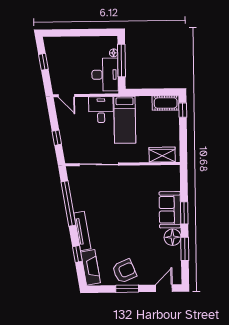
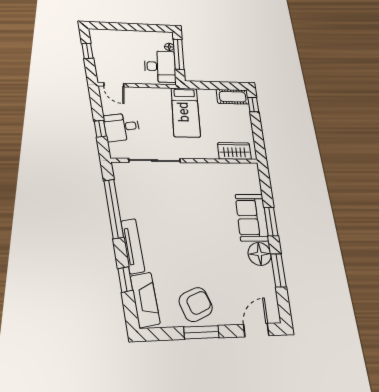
desk: (101, 110) -> (122, 127), moved, turned -99

